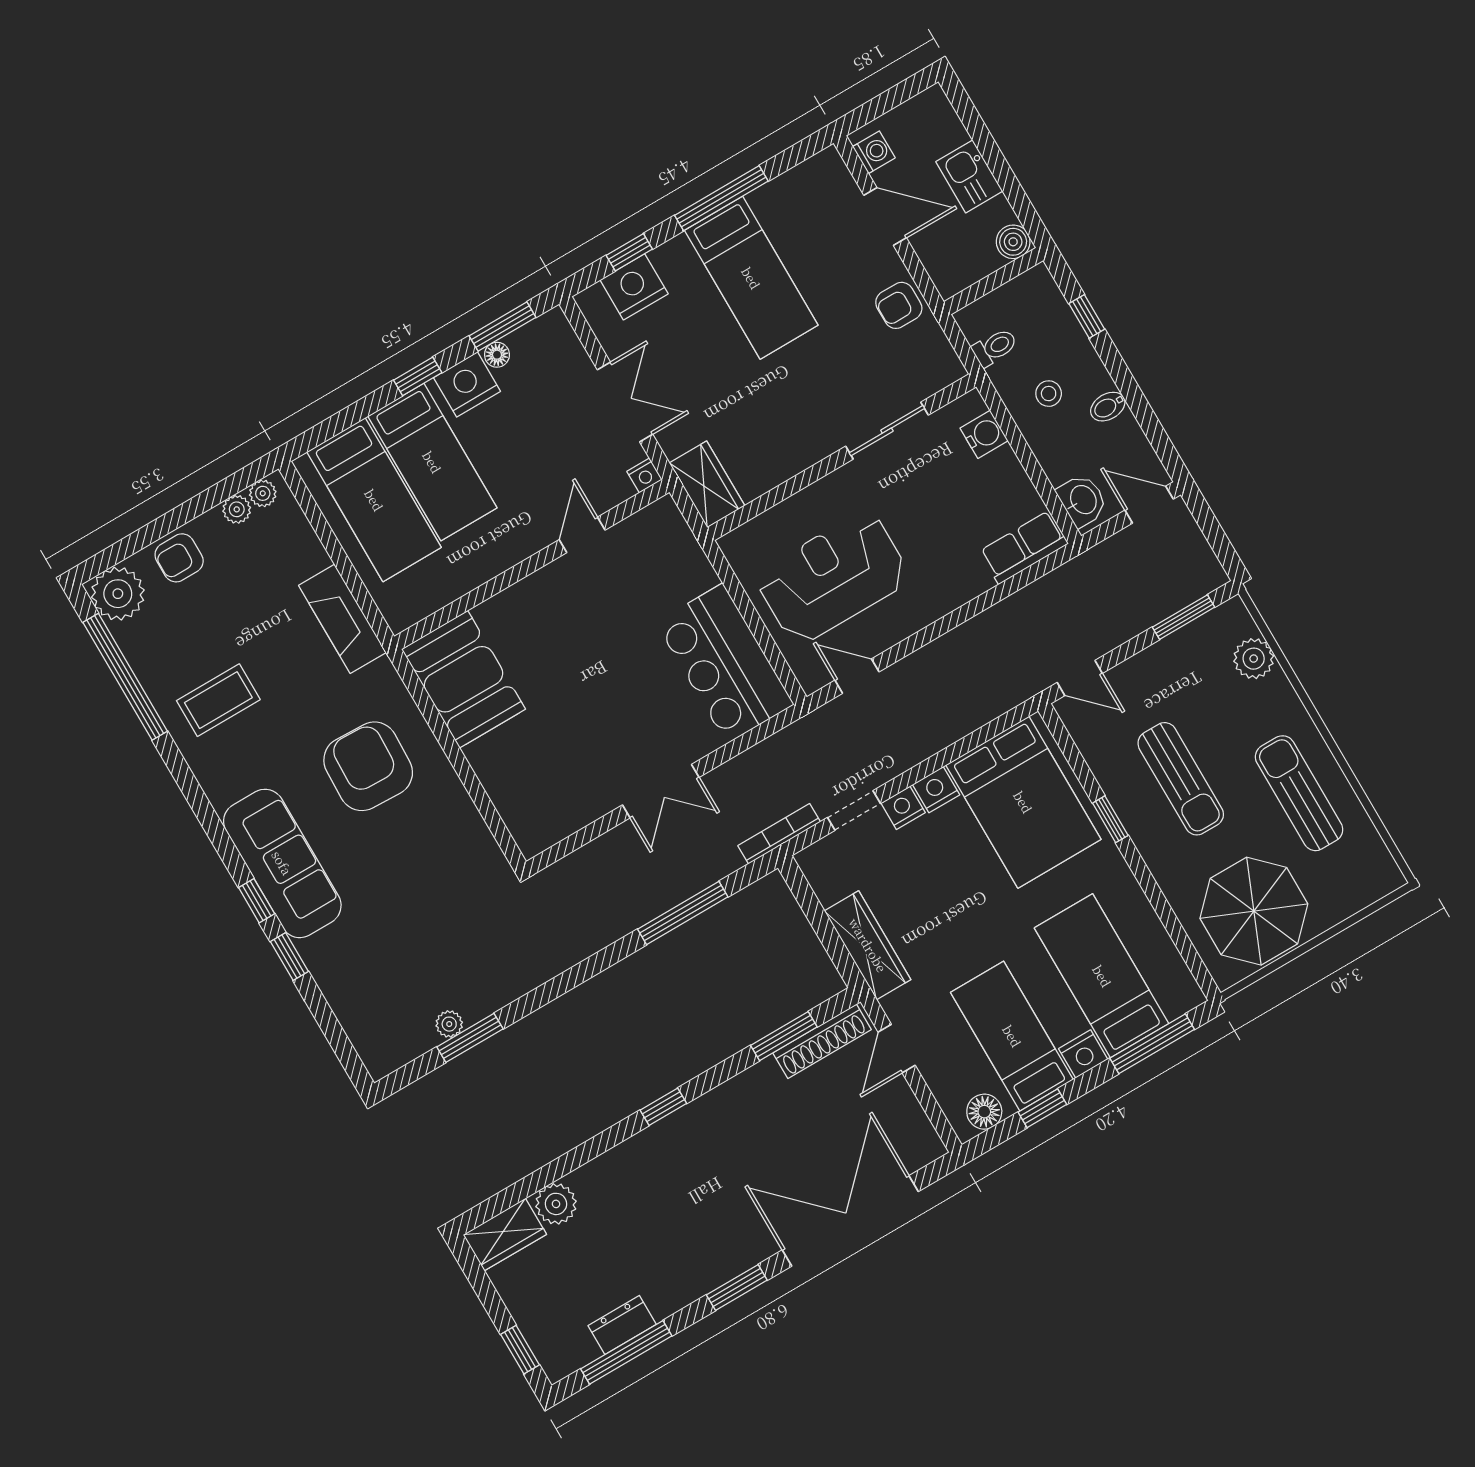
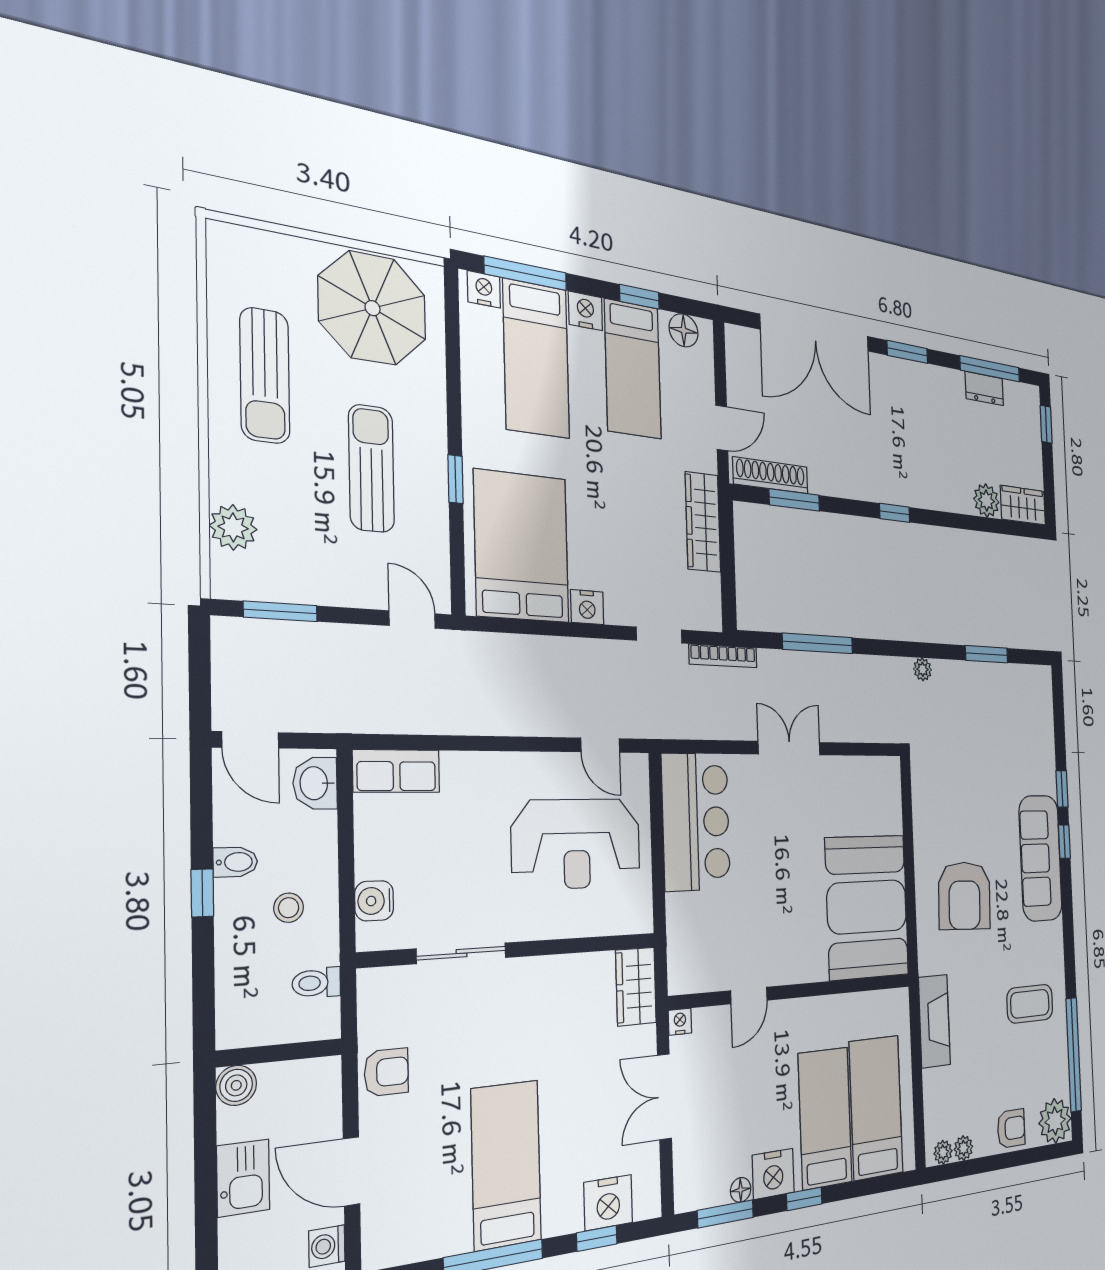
window: (1087, 316) -> (202, 893), moved
booth: (463, 679) -> (867, 907), width x1.36, depth x1.42
nightstand: (903, 808) -> (484, 289), moved, turned 180
plant: (449, 1024) -> (923, 669), moved

